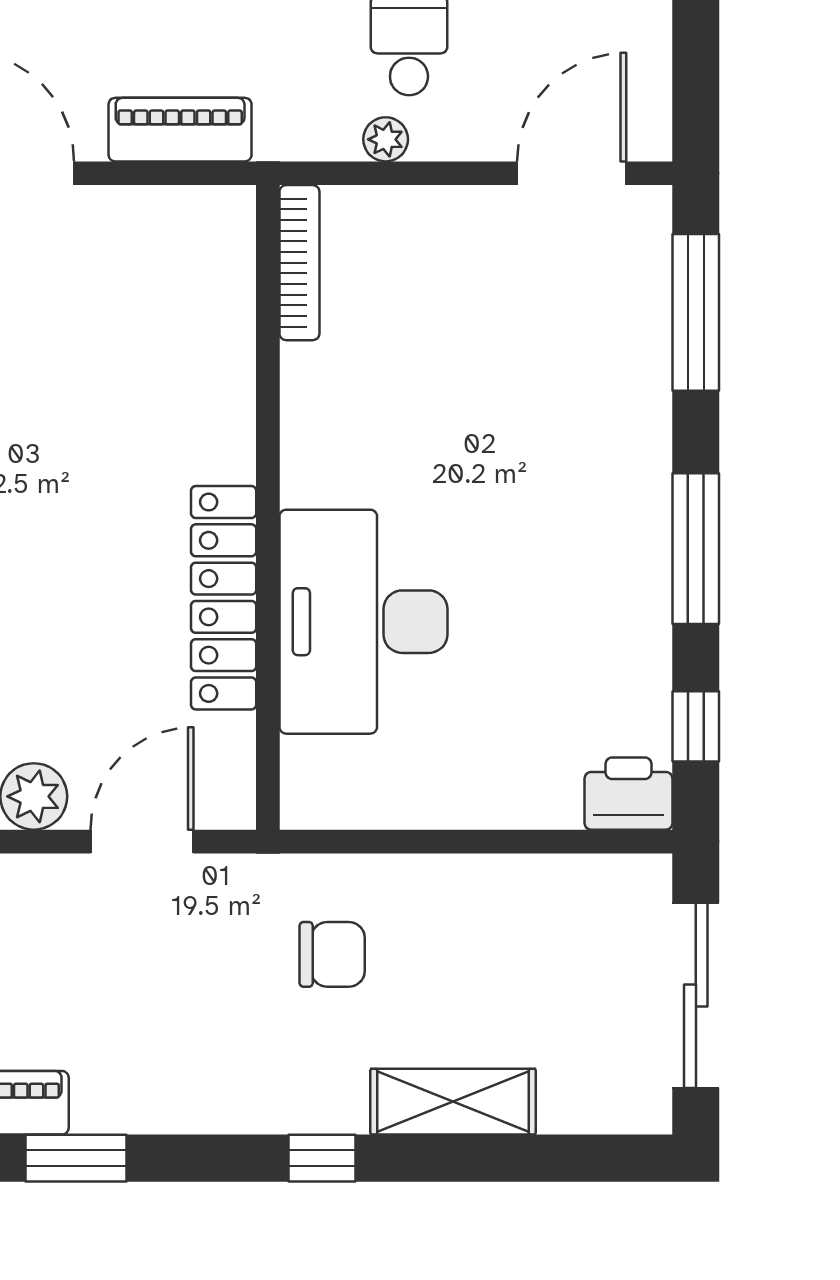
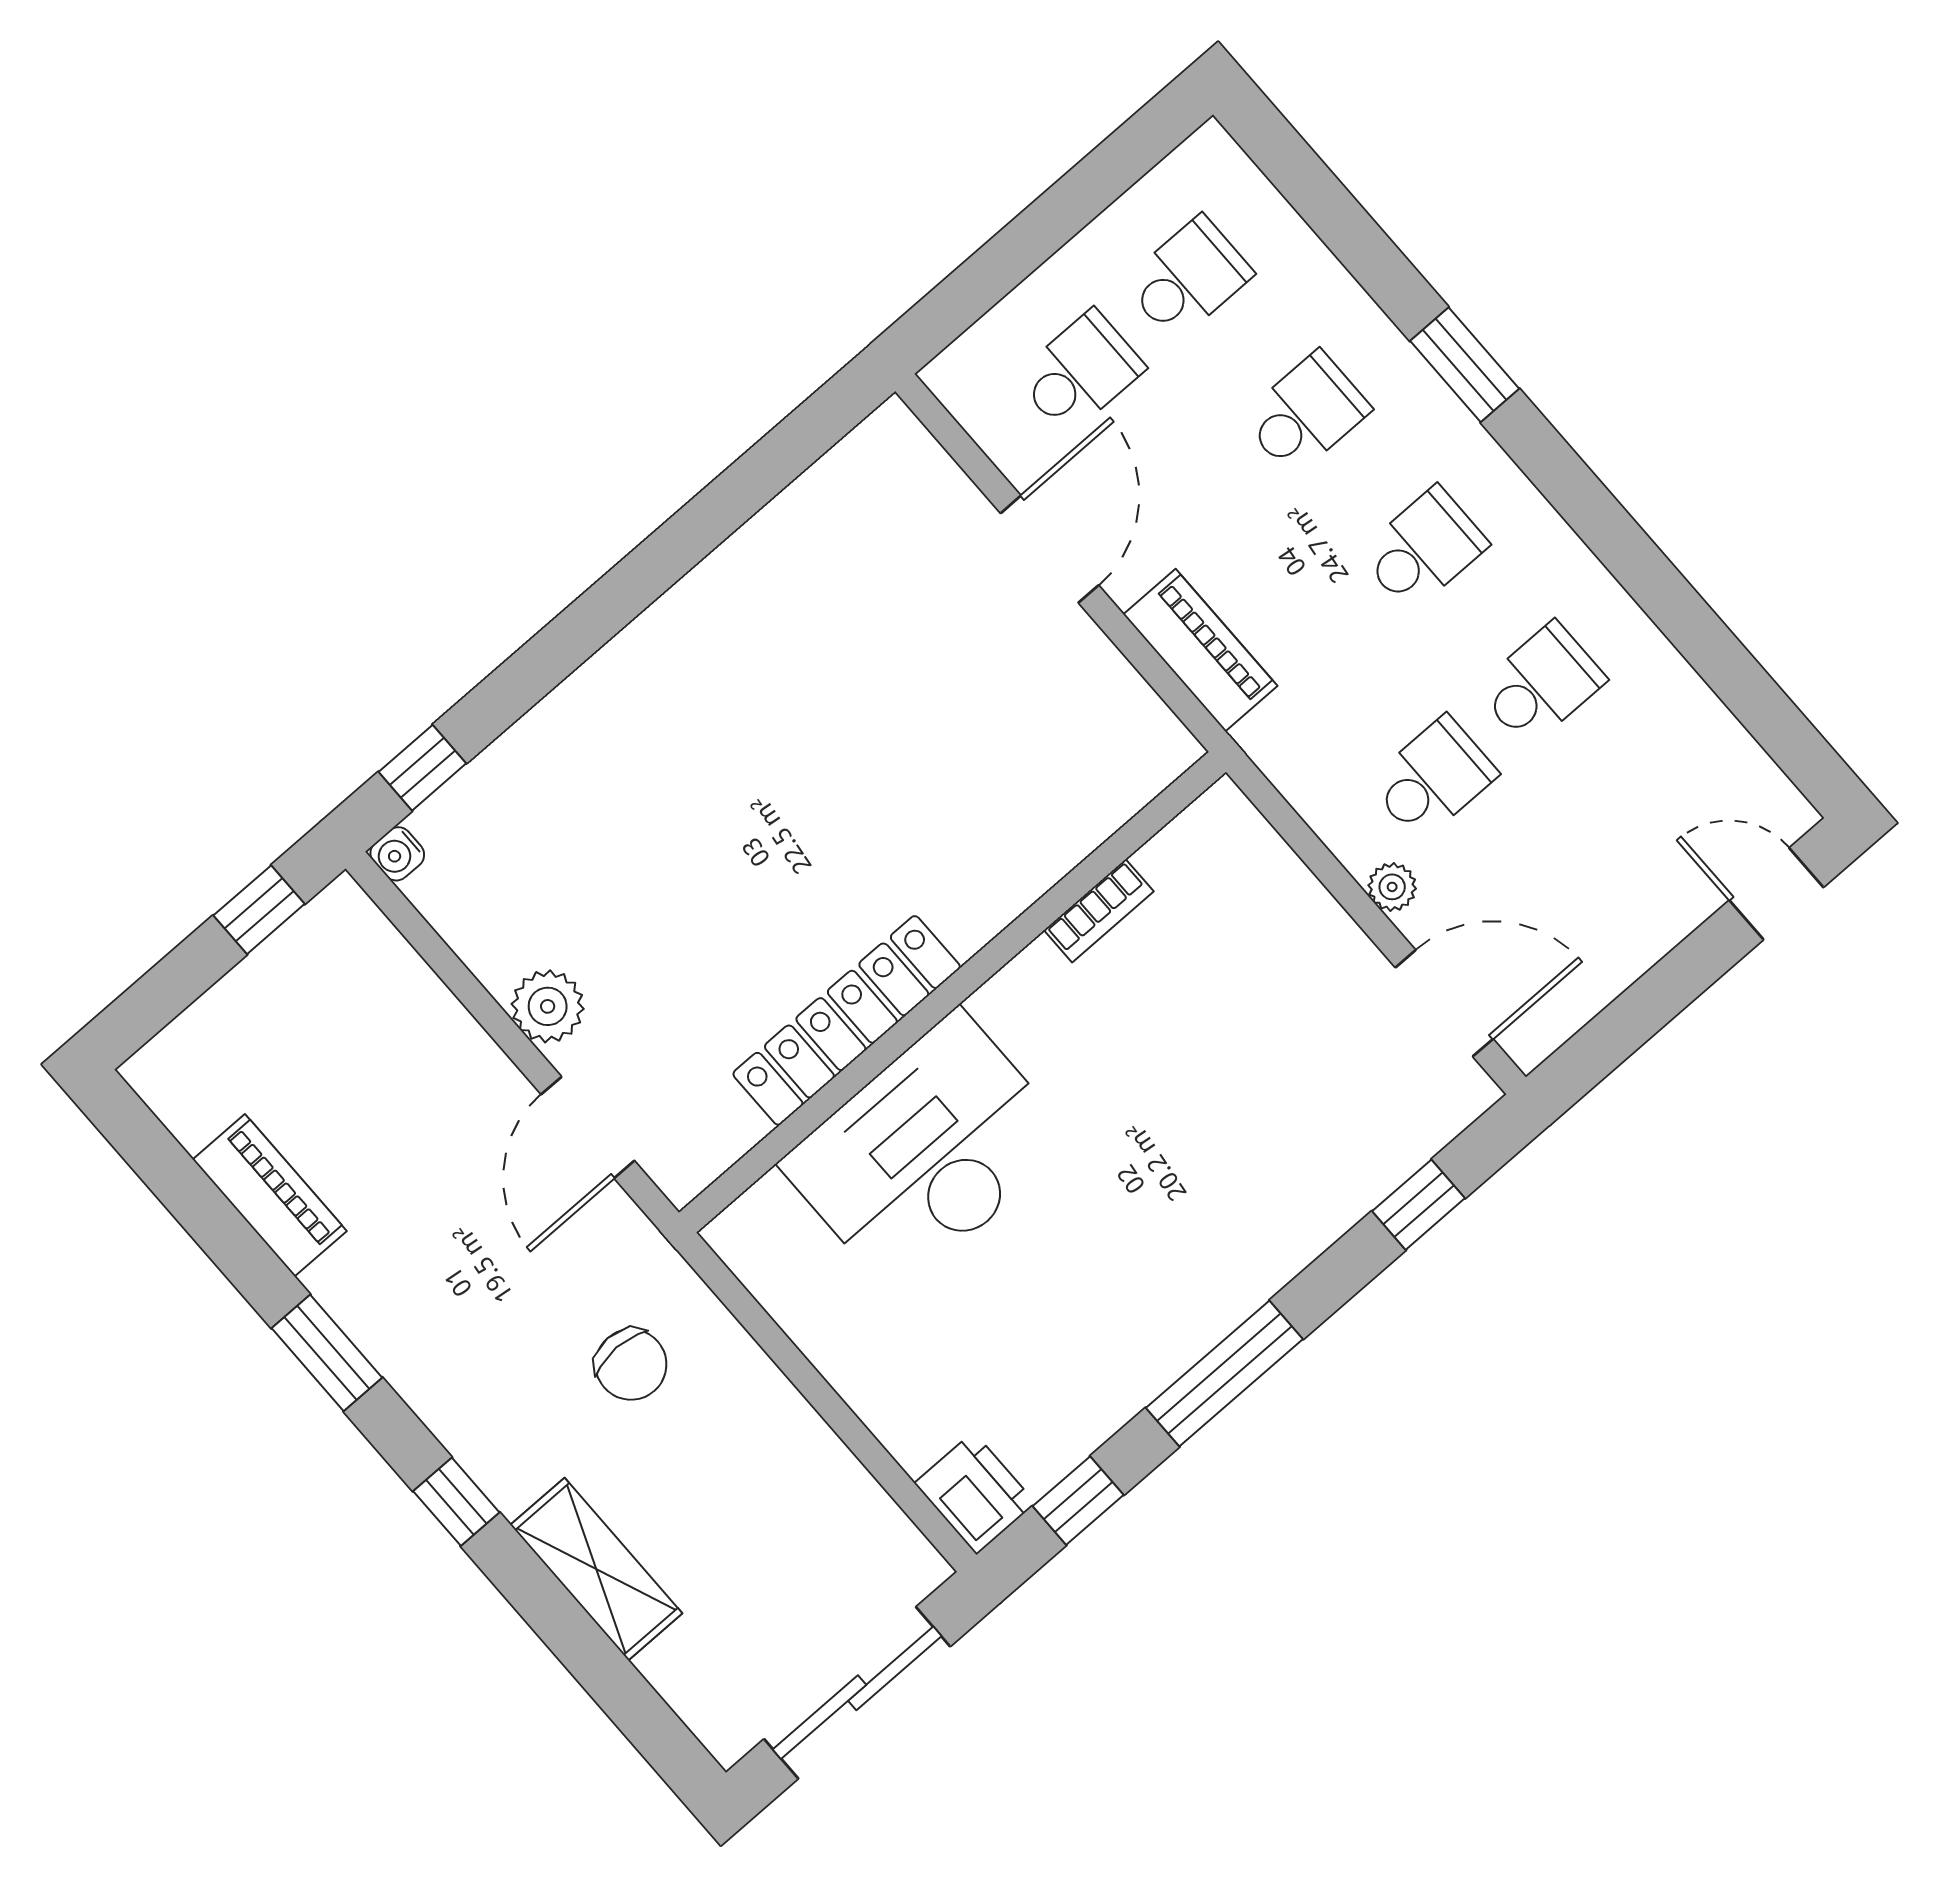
plant: (386, 139) -> (1392, 887), moved
bookcase: (299, 263) -> (1099, 911), moved, width x0.64
window: (696, 312) -> (1419, 1205), width x0.46
door: (142, 842) -> (588, 1128), swing flipped
window: (76, 1158) -> (327, 1353), moved

